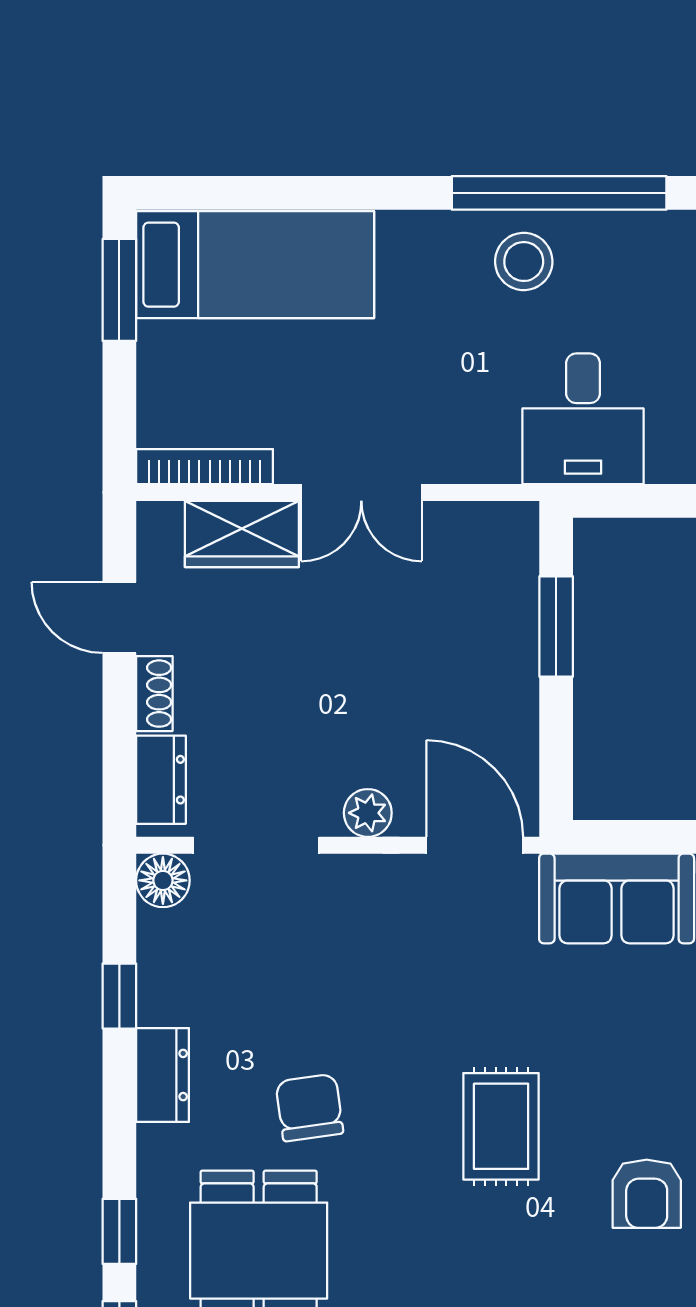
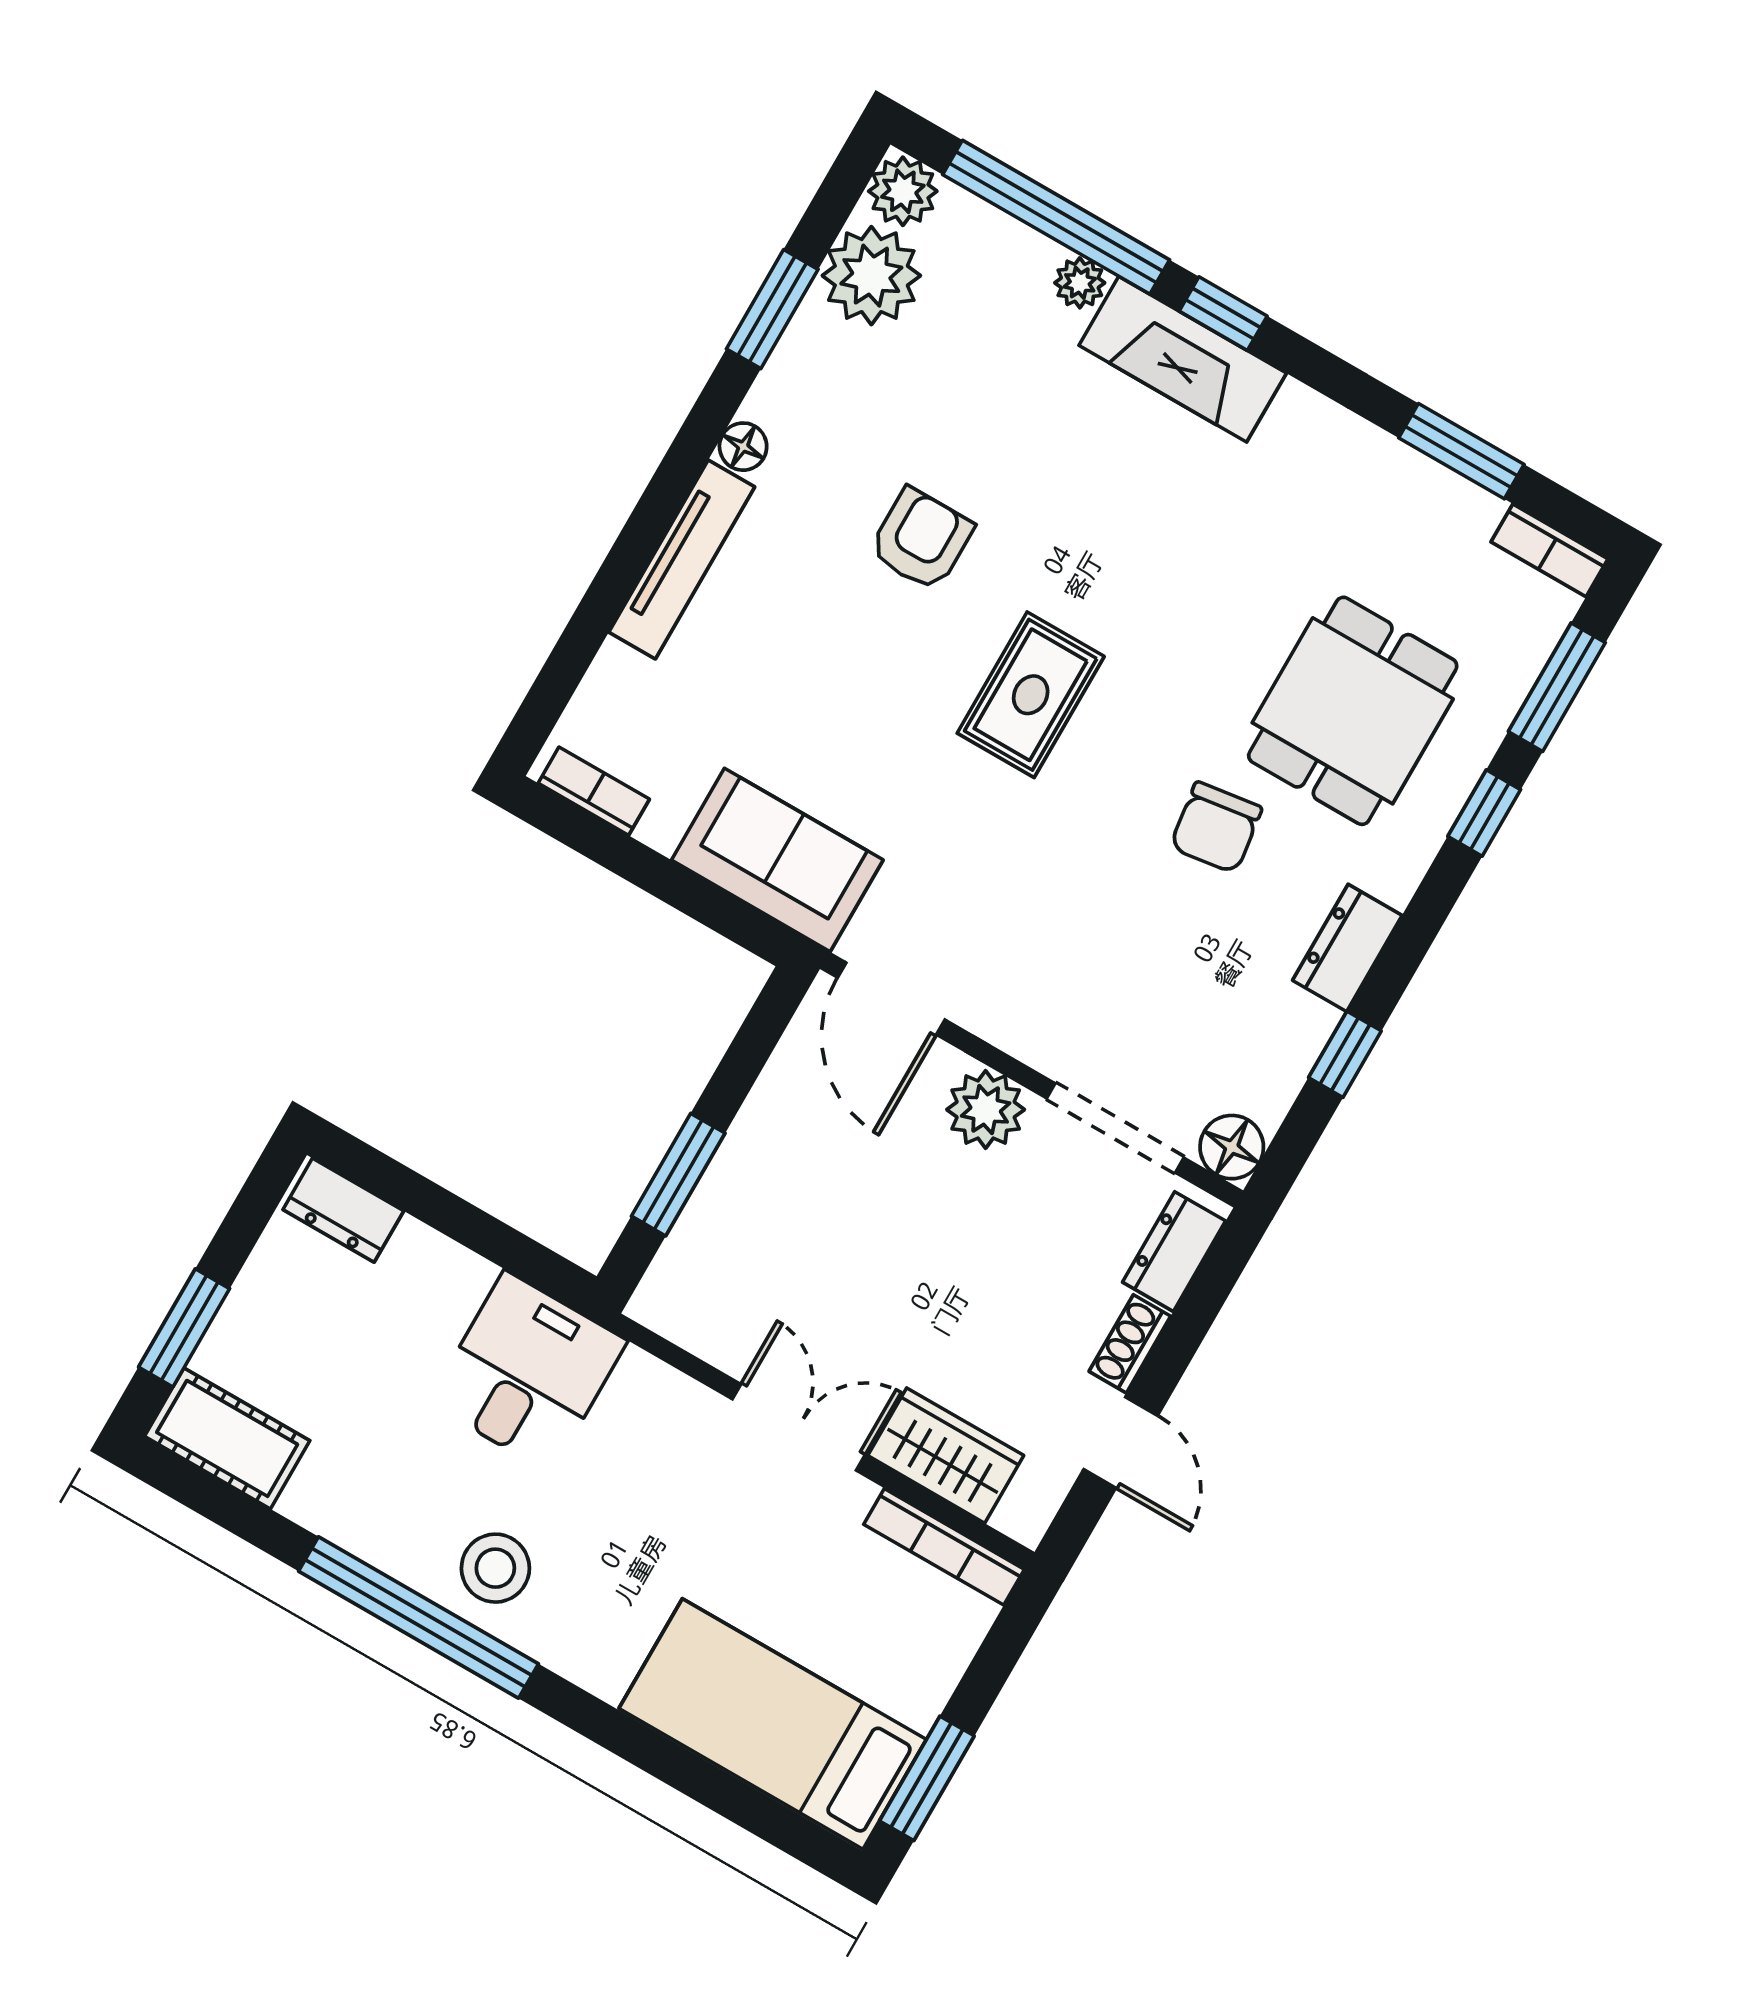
plant: (368, 813) -> (986, 1110), width x1.38, depth x1.38

